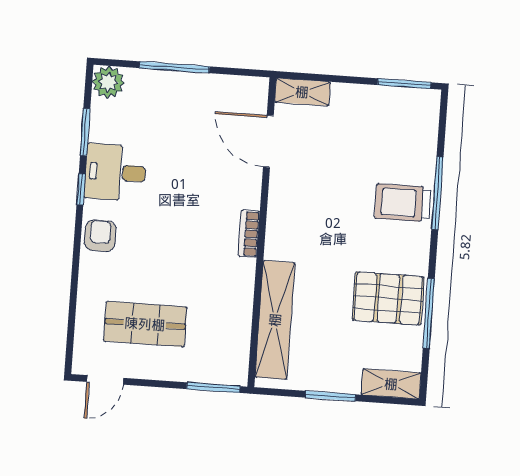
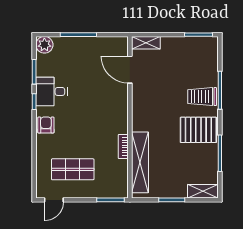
bookcase: (249, 234) -> (123, 146), moved
pallet: (388, 298) -> (198, 130), moved

